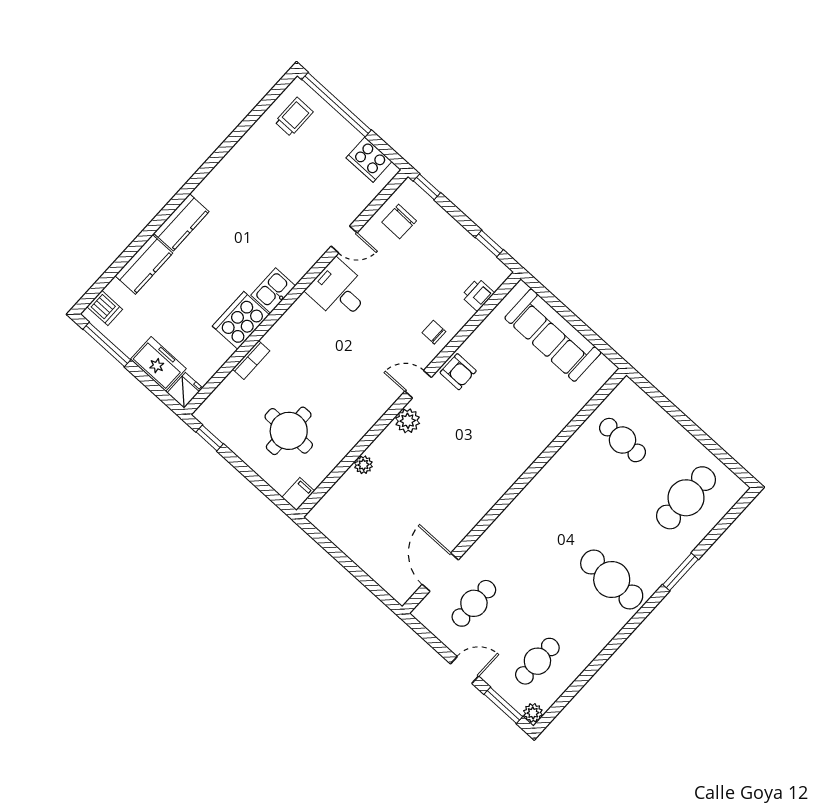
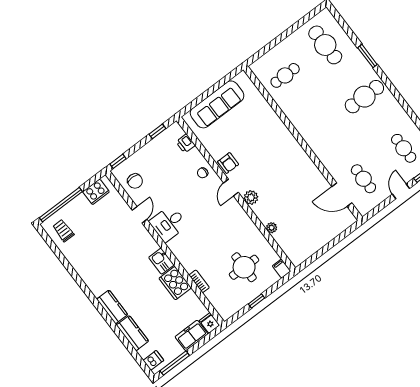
armchair: (458, 372) -> (228, 163), turned 90
window: (210, 438) -> (257, 301), moved

